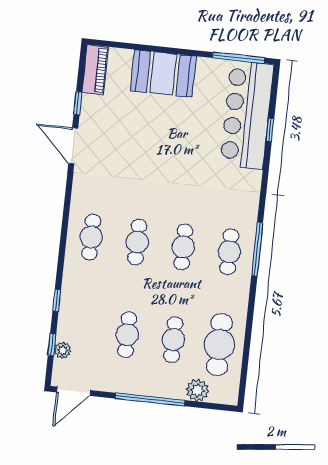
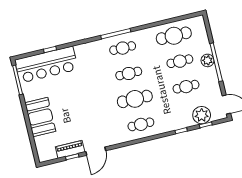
piano: (95, 70) -> (70, 149), moved
cafe table: (137, 242) -> (135, 99), width x1.37, depth x1.35
plant: (63, 350) -> (202, 115), width x1.87, depth x1.87
plant: (197, 390) -> (208, 60), moved

